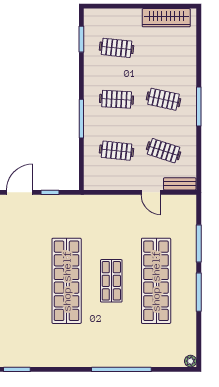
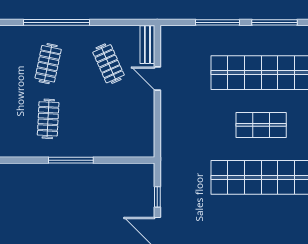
window: (199, 106) -> (57, 22), width x1.46
clothes rail: (117, 151) -> (109, 119), removed
clothes rail: (164, 151) -> (109, 64), turned -42
door: (151, 192) -> (157, 78), swing flipped

